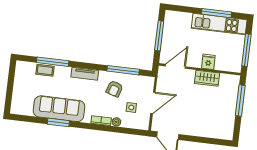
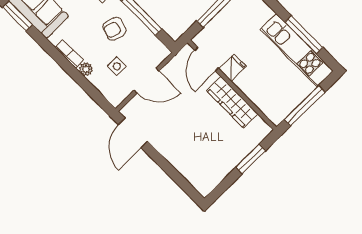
fridge: (208, 62) -> (233, 68), moved
door: (175, 66) -> (206, 59), swing flipped
wardrobe: (207, 78) -> (232, 102), width x1.50
window: (240, 100) -> (251, 159), width x0.69

